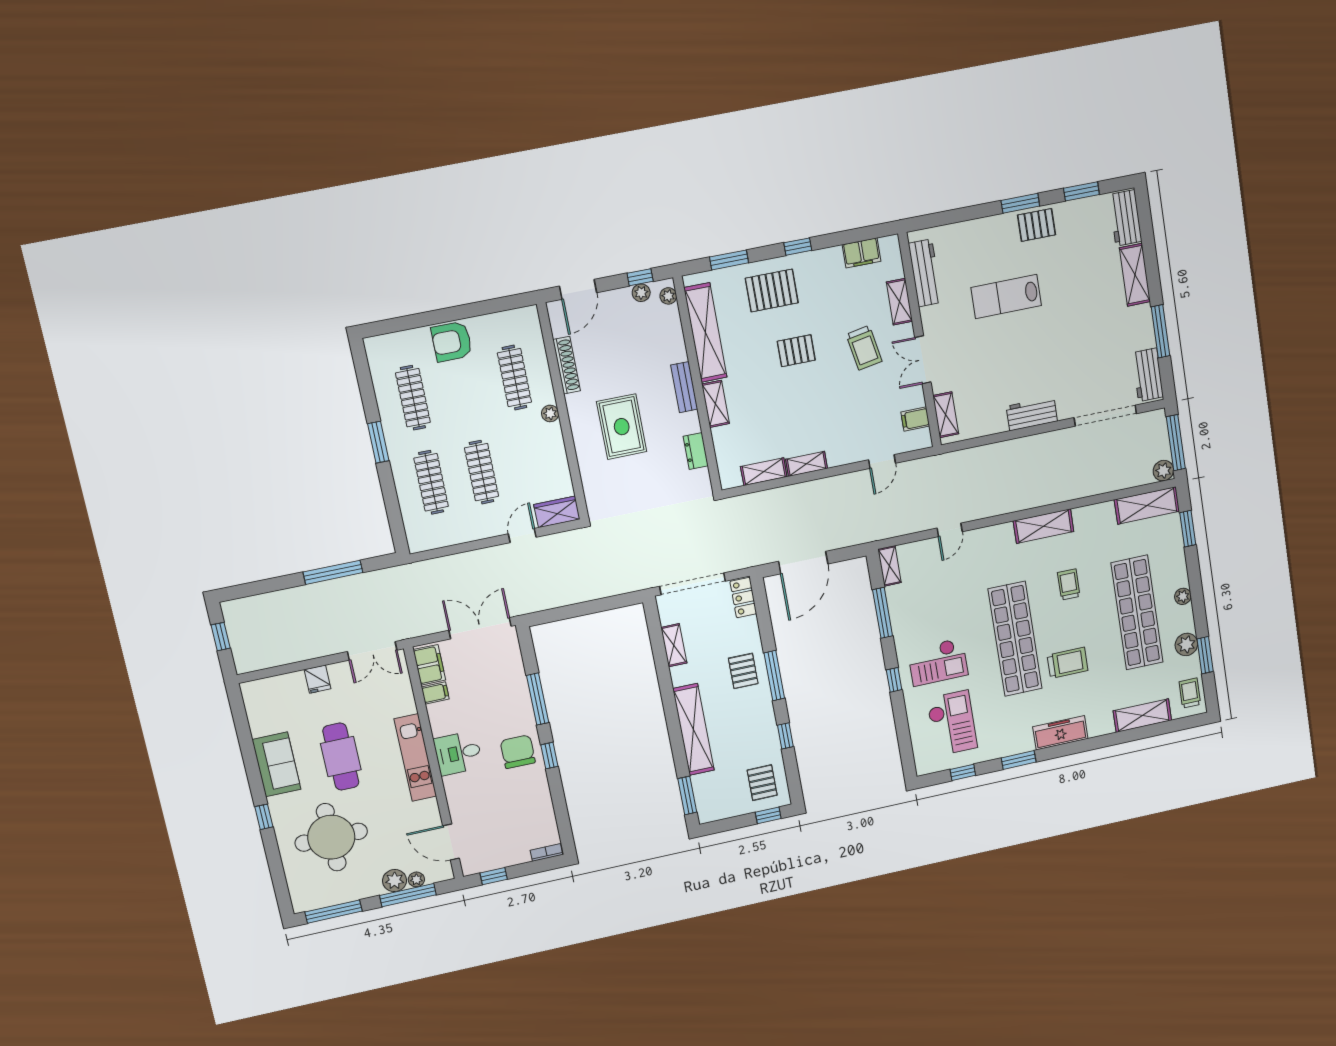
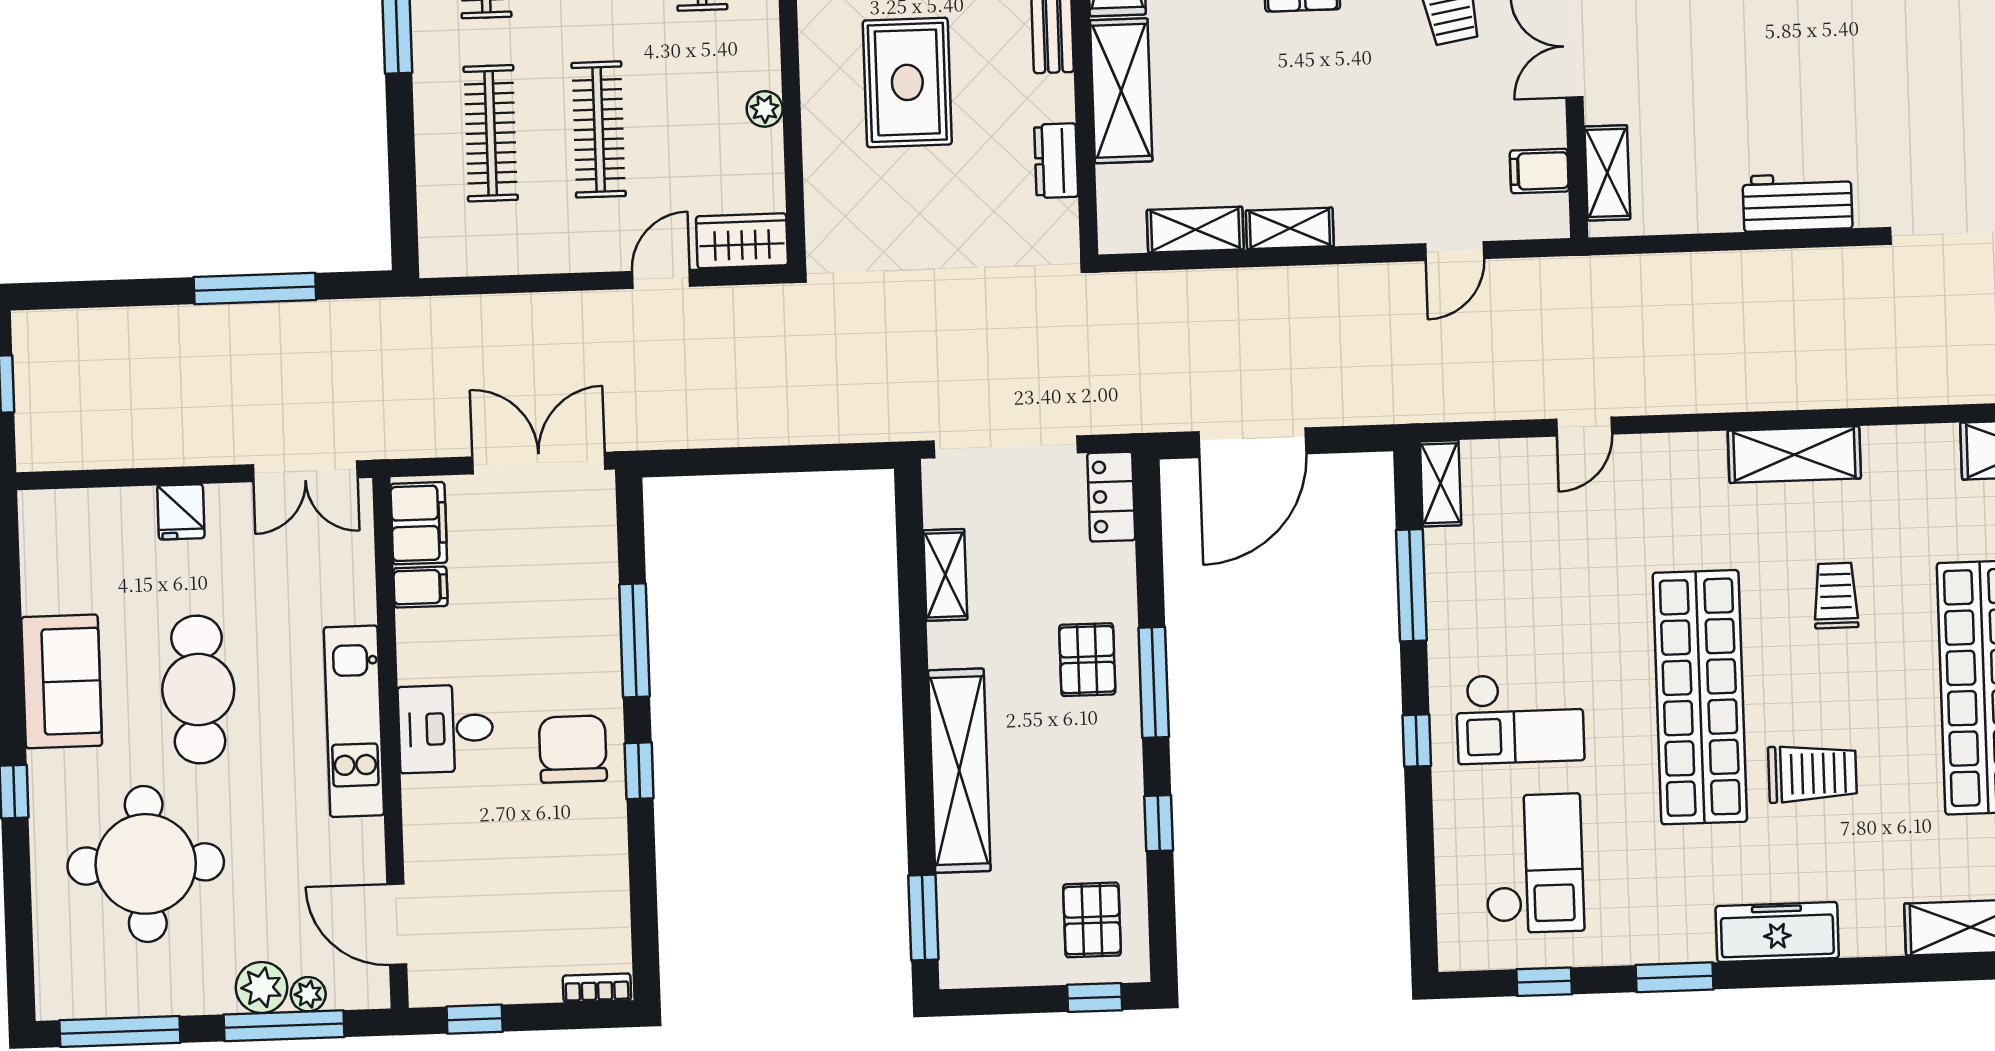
shelving: (716, 404) -> (1121, 91), width x1.50, depth x1.33
plant: (550, 413) -> (765, 109), moved

